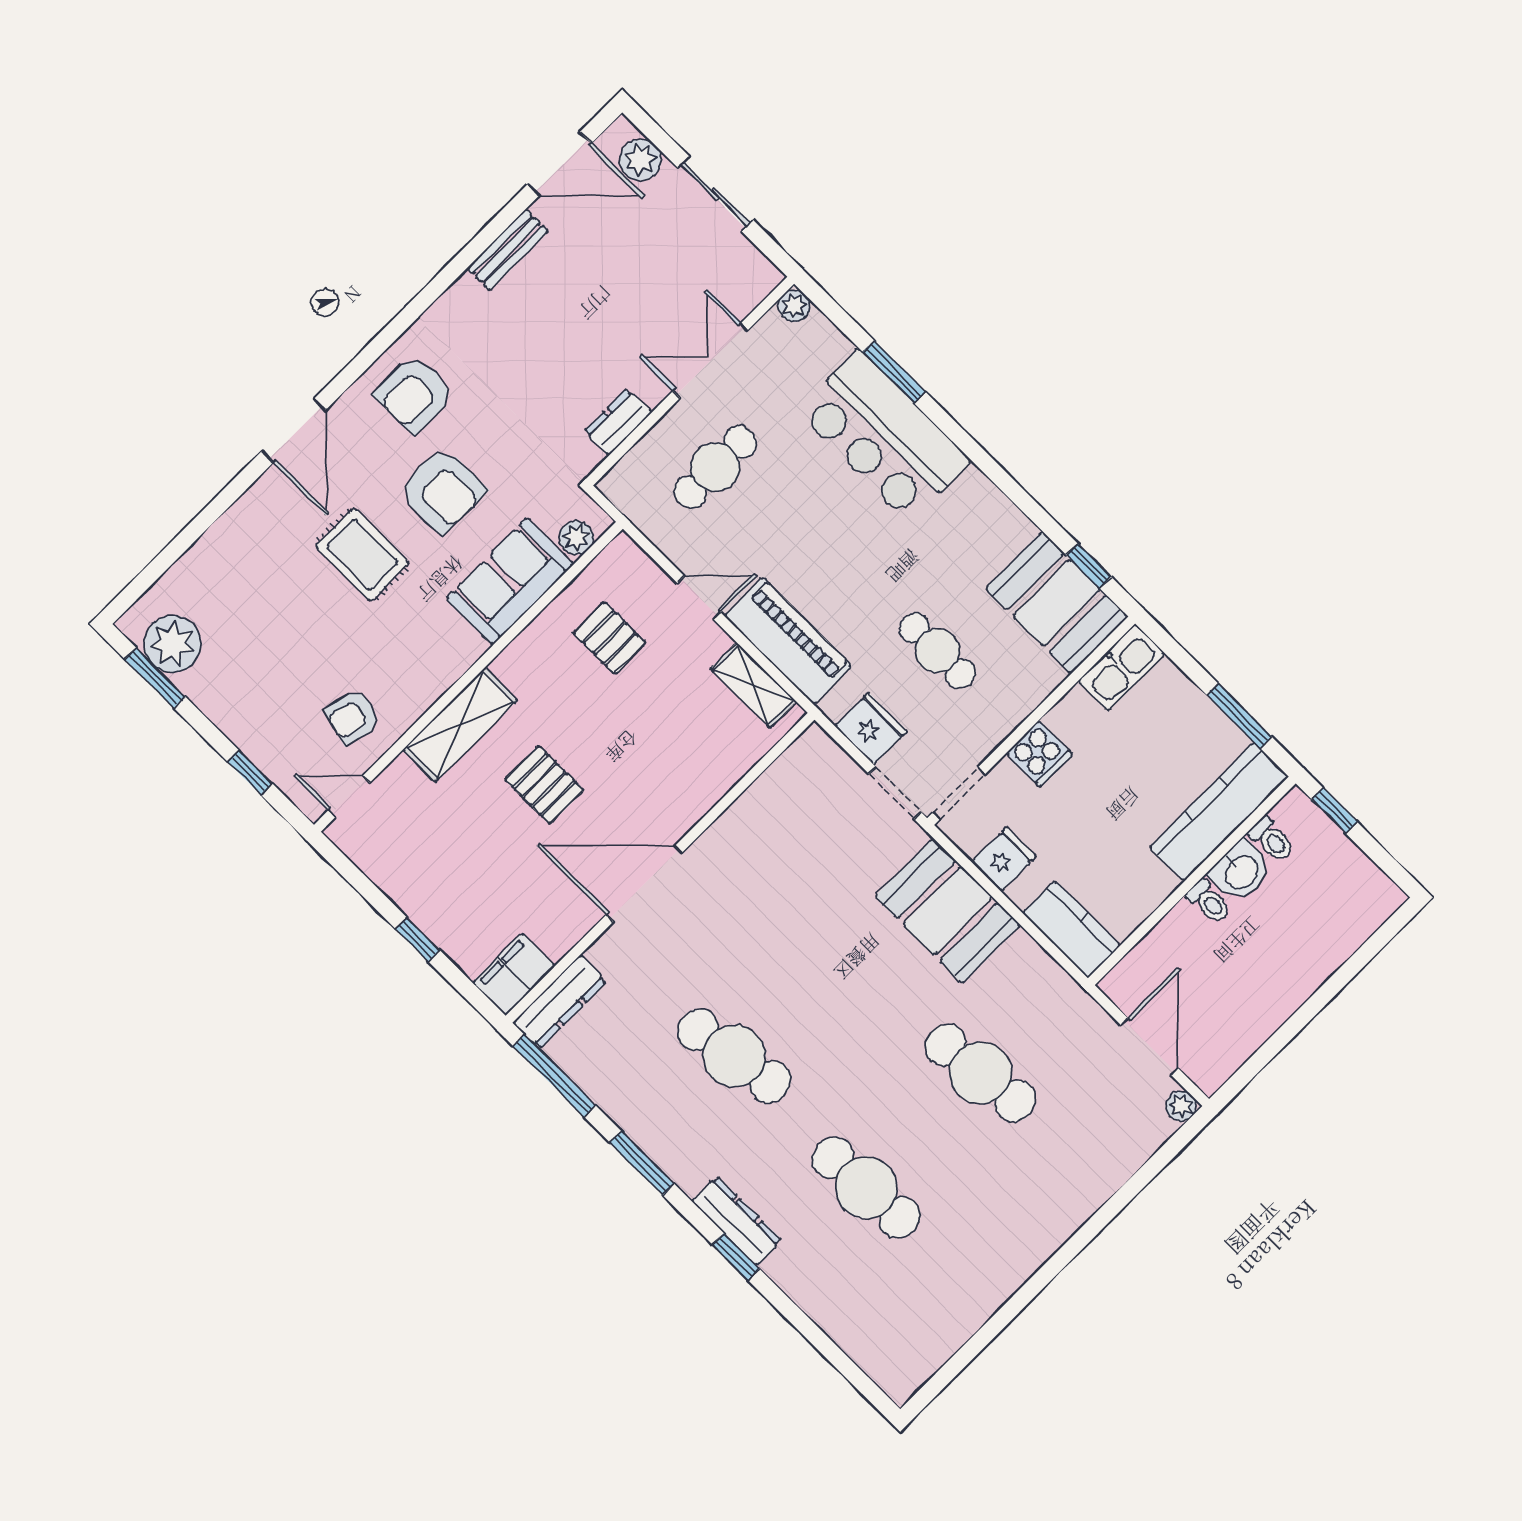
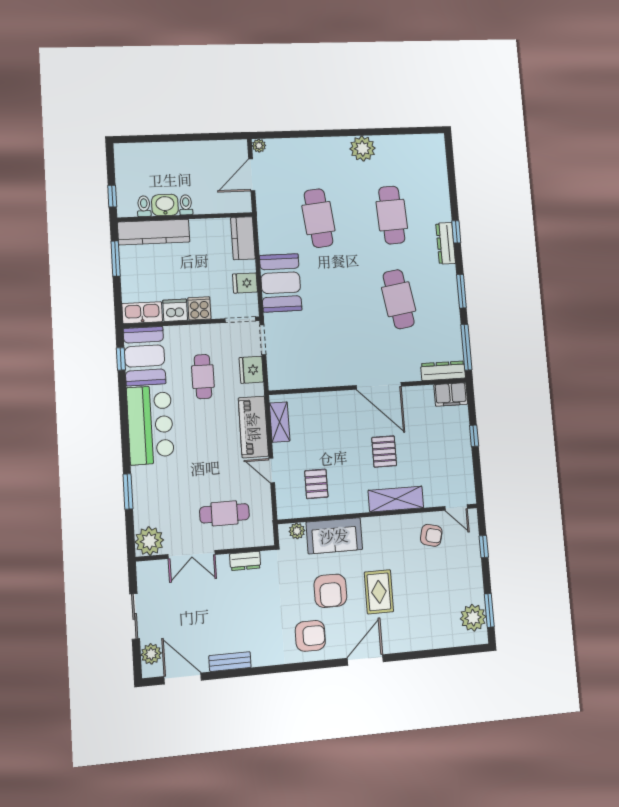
plant: (794, 306) -> (149, 541), width x1.88, depth x1.88
bar counter: (884, 436) -> (150, 425), moved
armchair: (442, 490) -> (330, 591), turned 180
dishwasher: (1074, 717) -> (175, 310), added
plant: (1011, 1257) -> (363, 148), added

